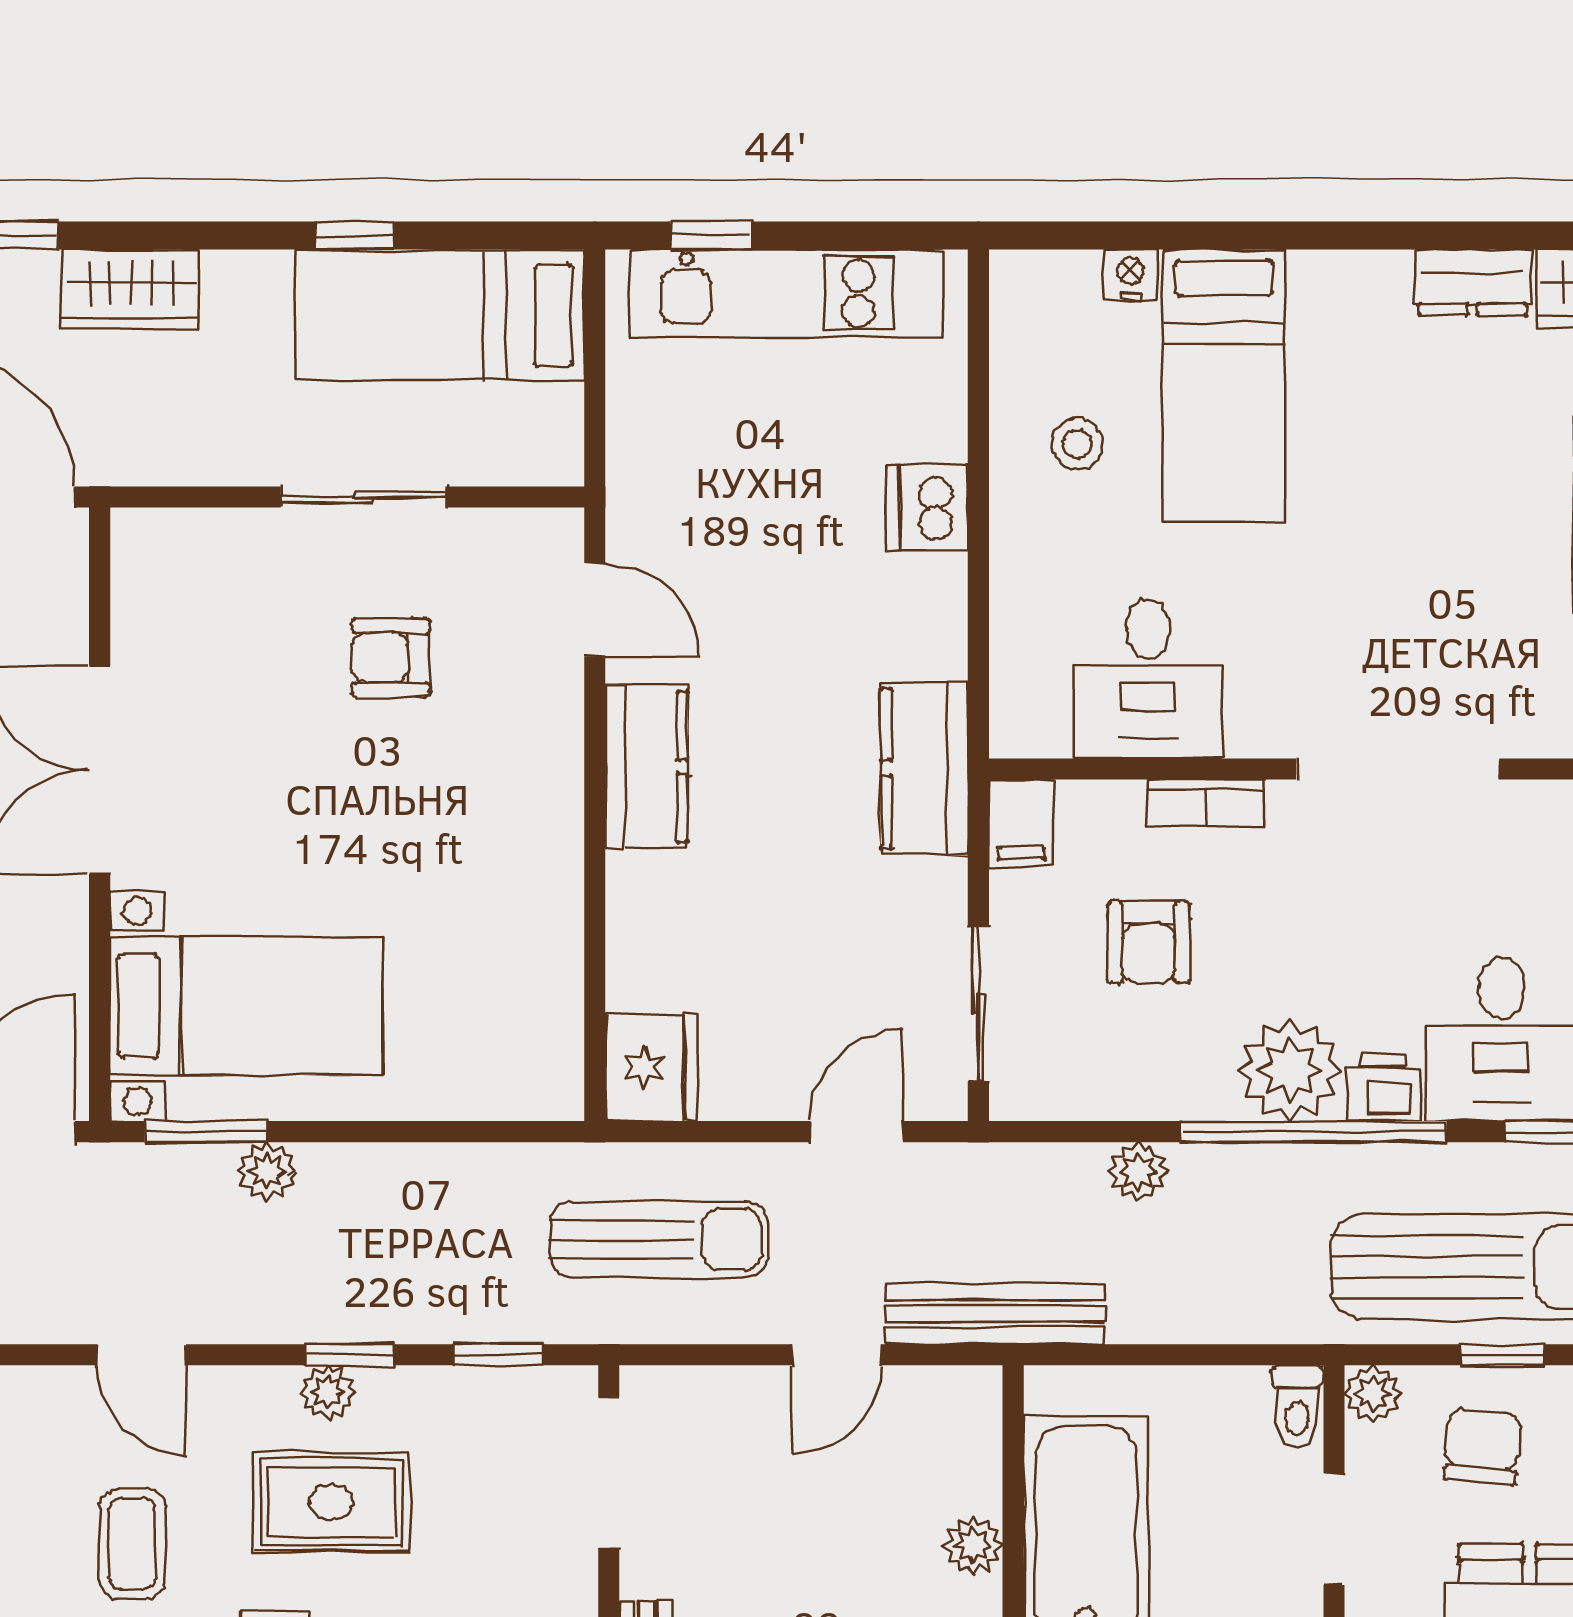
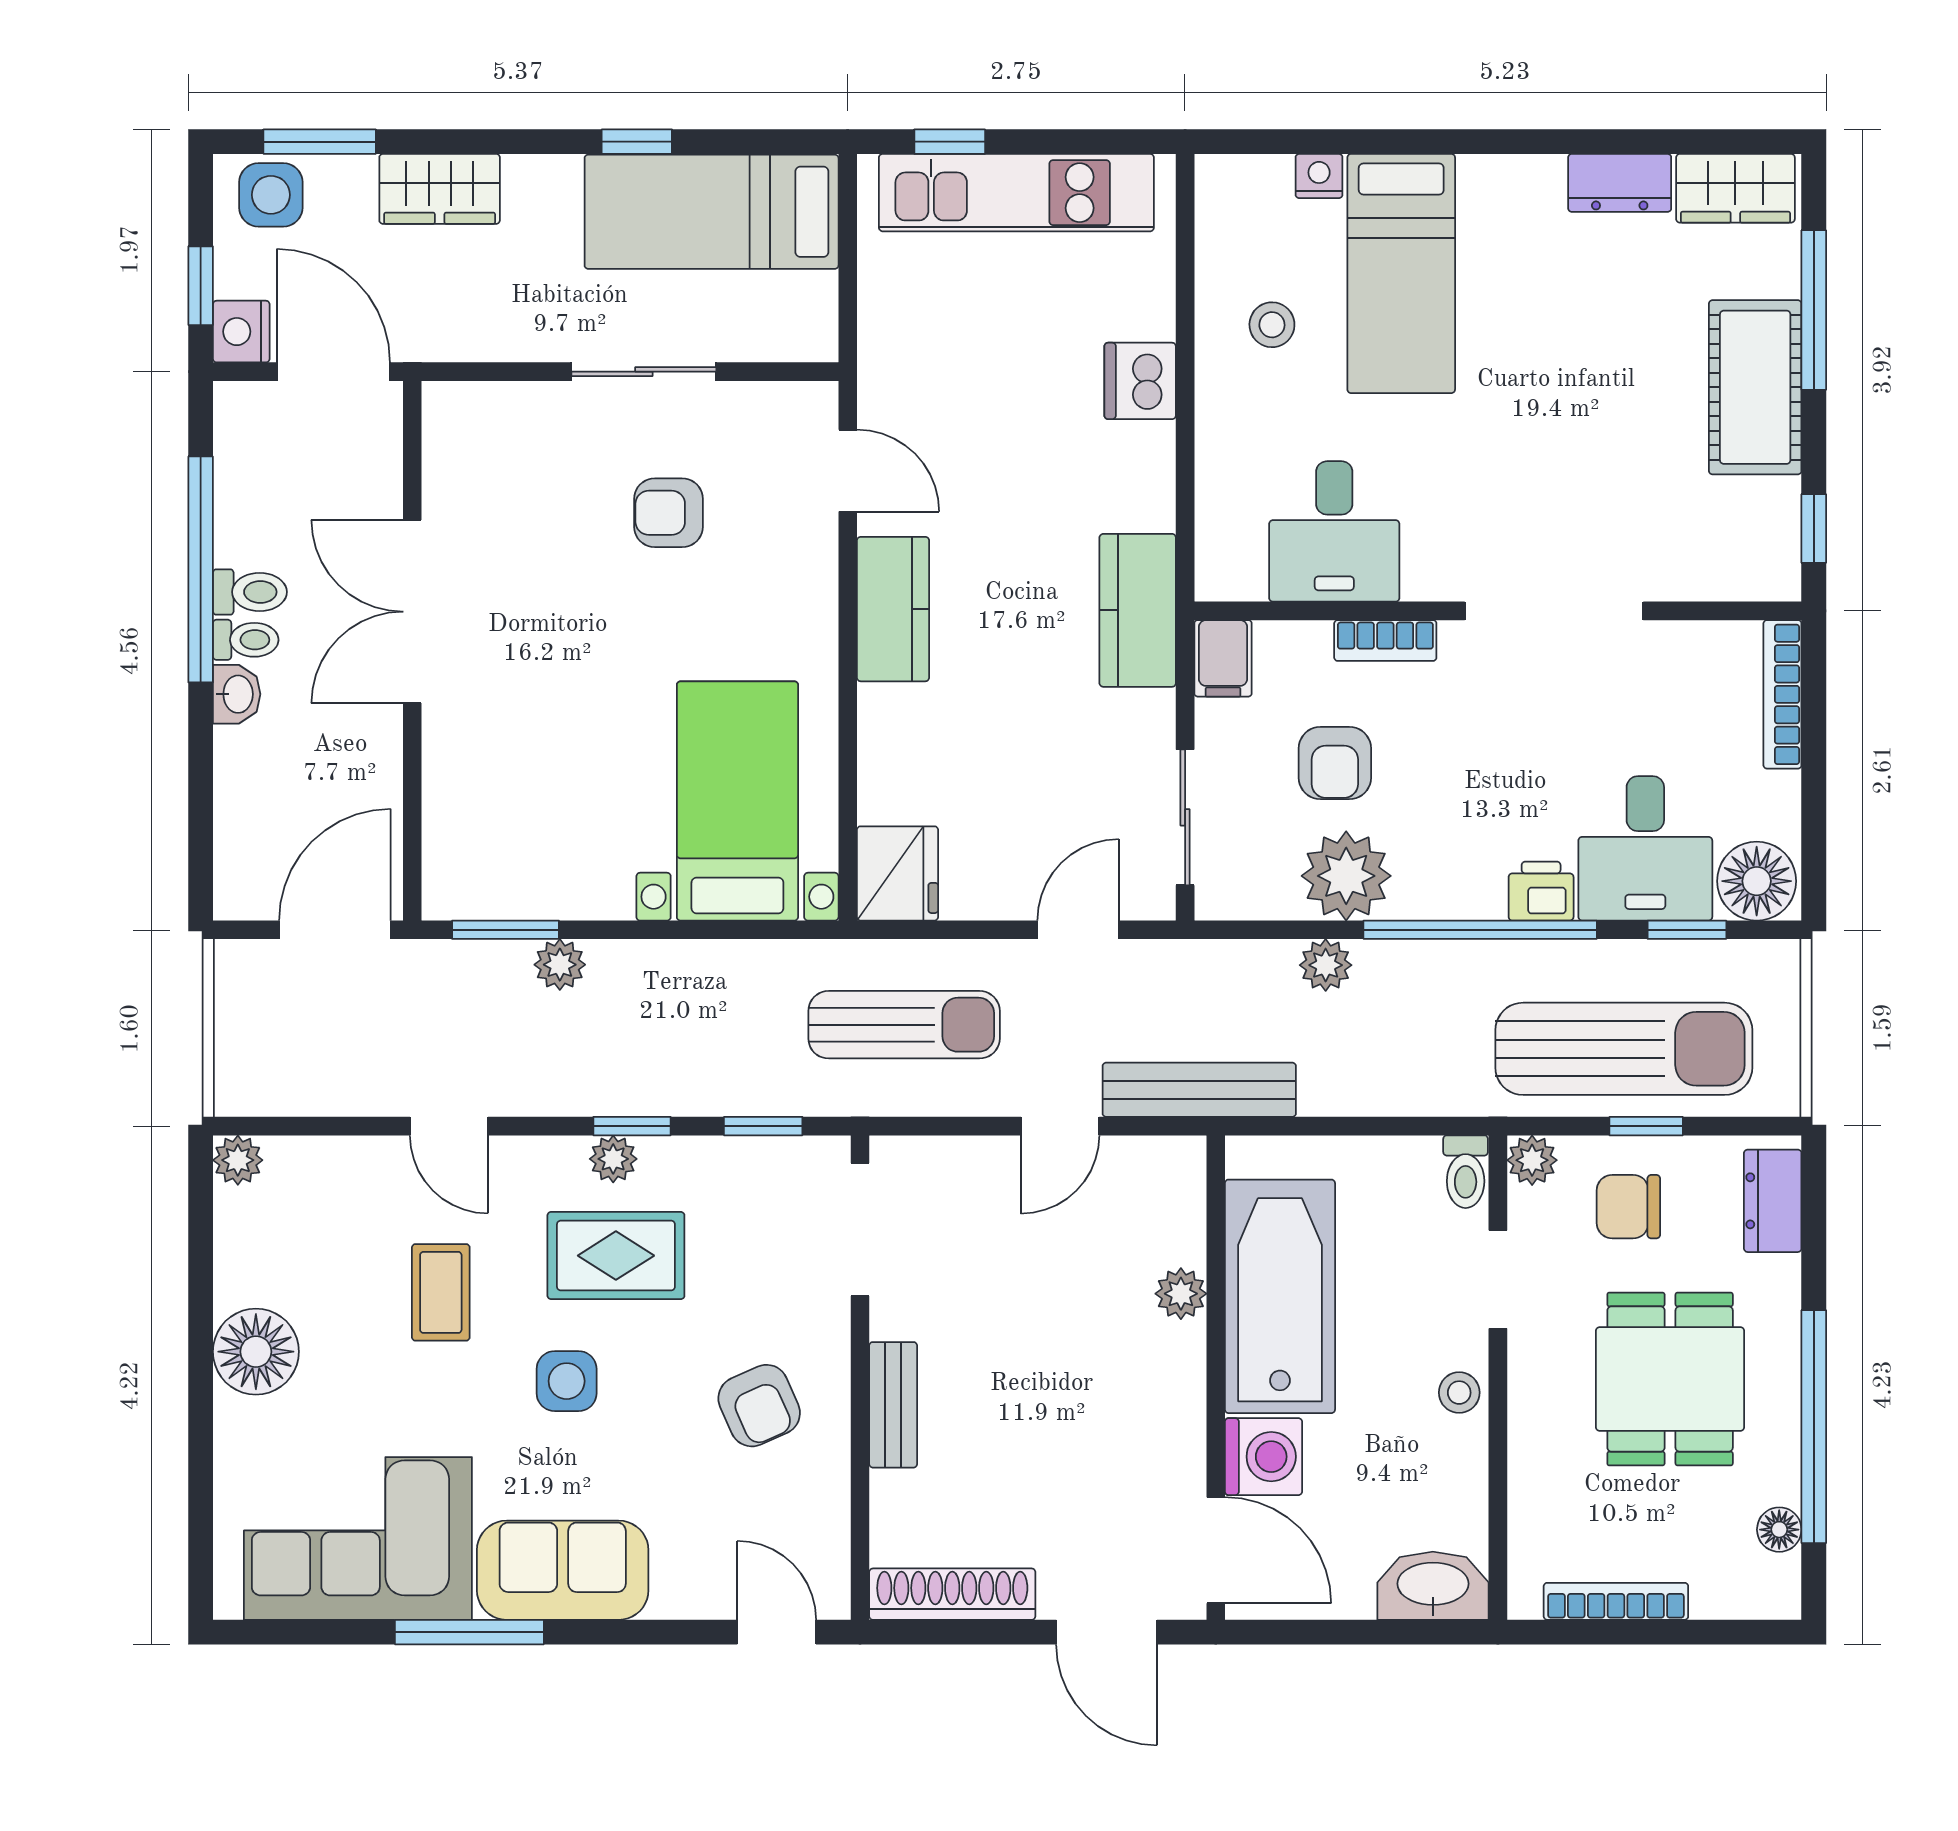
bed with nightstands: (246, 1006) -> (737, 801), moved, turned -90
plant: (1290, 1070) -> (1346, 876), moved
chair: (1482, 1446) -> (1628, 1207), turned -95

